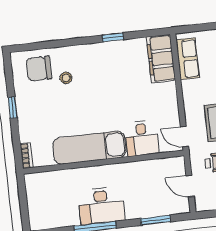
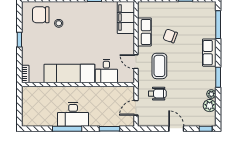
row of seats: (188, 59) -> (144, 32), moved
door: (184, 137) -> (136, 62), moved
door: (190, 186) -> (136, 108), hinge flipped

